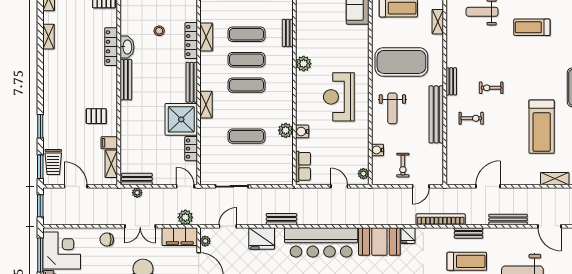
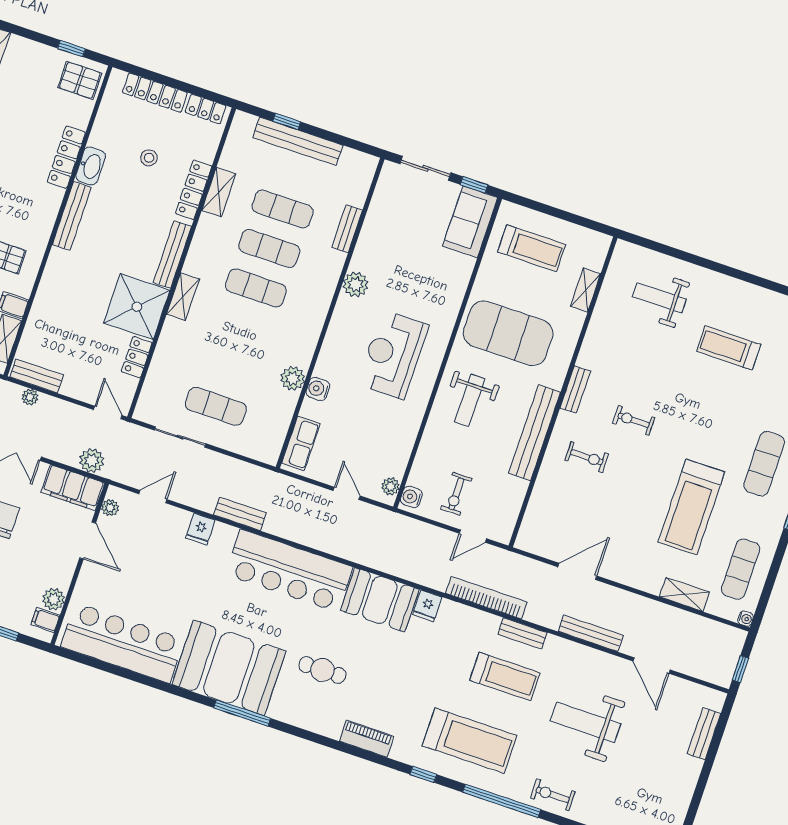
exercise mat: (246, 136) -> (216, 406), moved
water cooler: (377, 150) -> (411, 497), moved
fridge: (262, 238) -> (200, 529), width x0.53, depth x0.75

